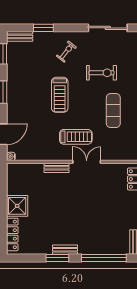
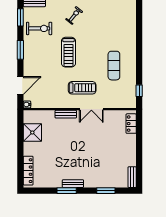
exercise bike: (102, 73) -> (39, 28), moved
double door: (87, 162) -> (91, 109), swing flipped
shower: (17, 206) -> (32, 133), moved
window: (104, 258) -> (106, 191), width x0.47

